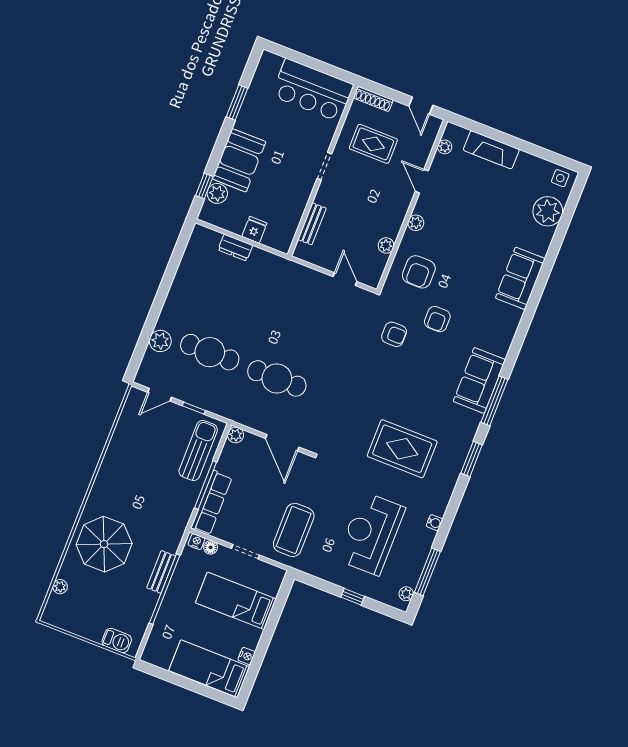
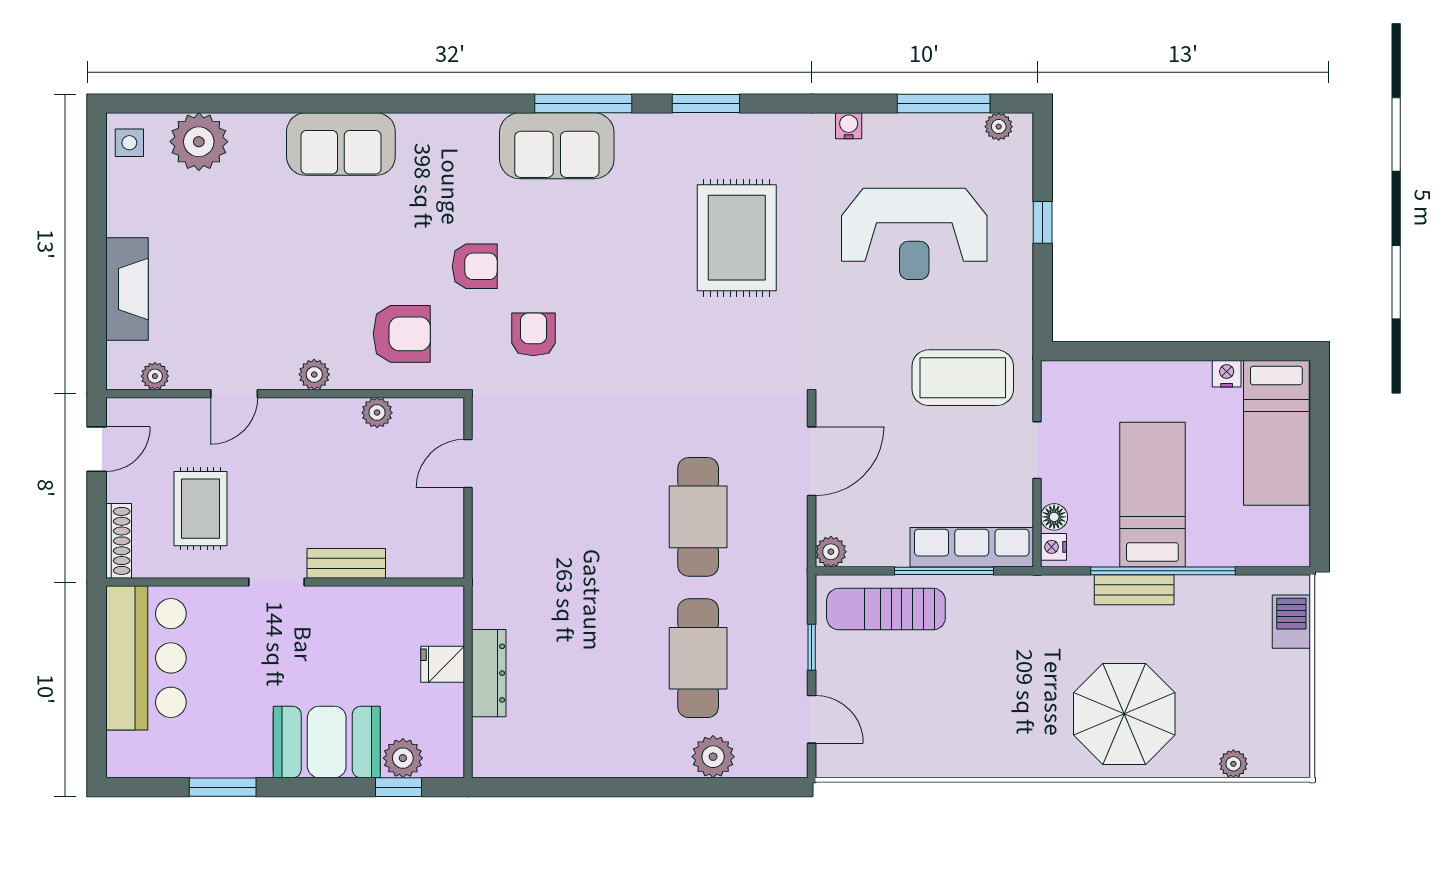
bench: (312, 224) -> (346, 563), moved
dresser: (235, 248) -> (489, 673), width x1.44
bed: (236, 601) -> (1152, 495), moved, turned 180

